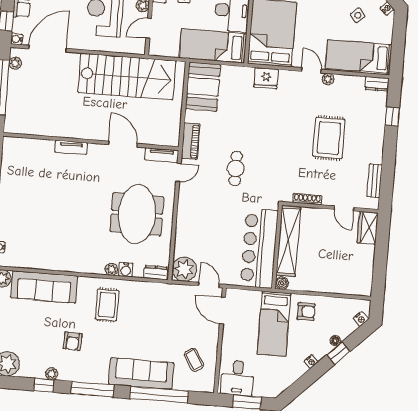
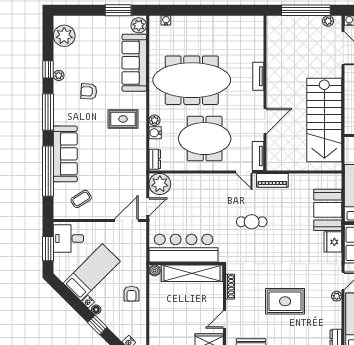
booth: (203, 87) -> (328, 210), moved, turned 90
meeting table: (69, 223) -> (192, 80), added
bed: (274, 324) -> (92, 272), moved, turned 135
floor lamp: (335, 341) -> (96, 310), moved

